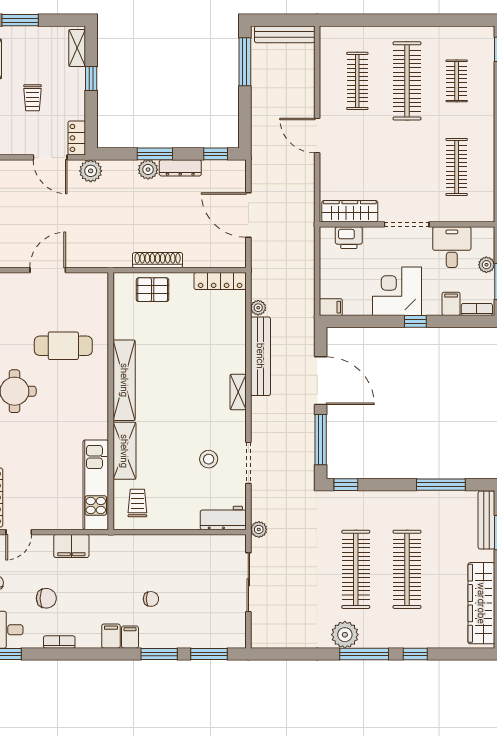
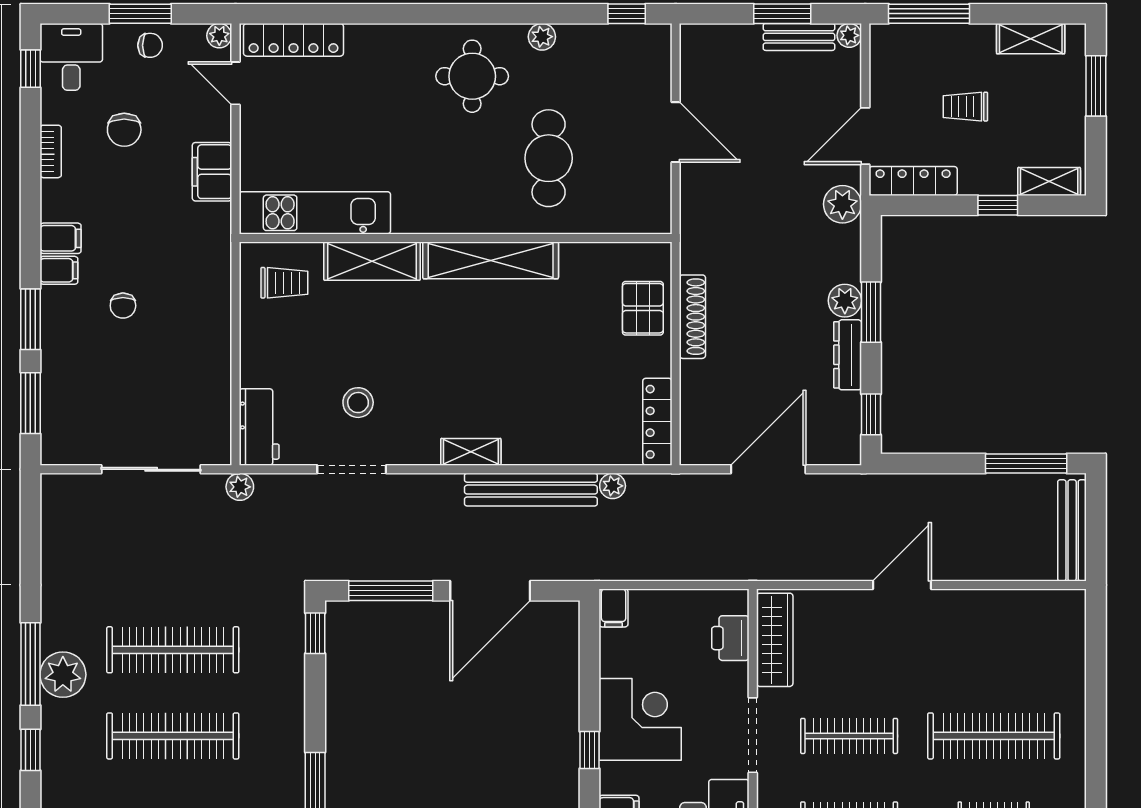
clothes rail: (357, 81) -> (849, 736), moved
locker: (77, 138) -> (913, 181), width x1.53
plant: (345, 635) -> (63, 675), moved

